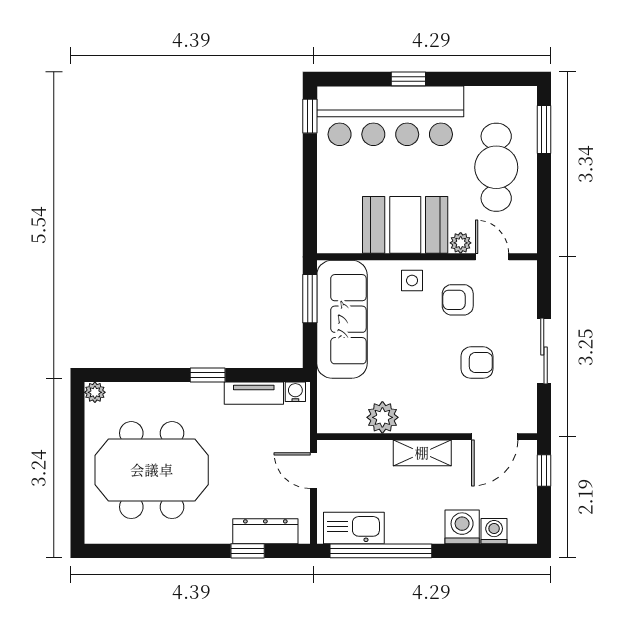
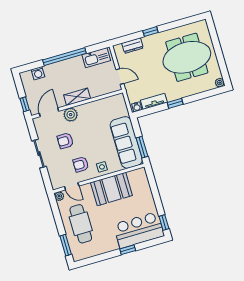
bar counter: (390, 116) -> (139, 230), width x0.73
plant: (461, 243) -> (59, 196), moved
armchair: (458, 300) -> (81, 164), turned 180
plant: (382, 417) -> (71, 115), moved
washing machine: (462, 527) -> (52, 71), removed
dresser: (265, 531) -> (132, 46), width x0.70
window: (248, 551) -> (150, 32), moved
window: (381, 551) -> (64, 57), moved

